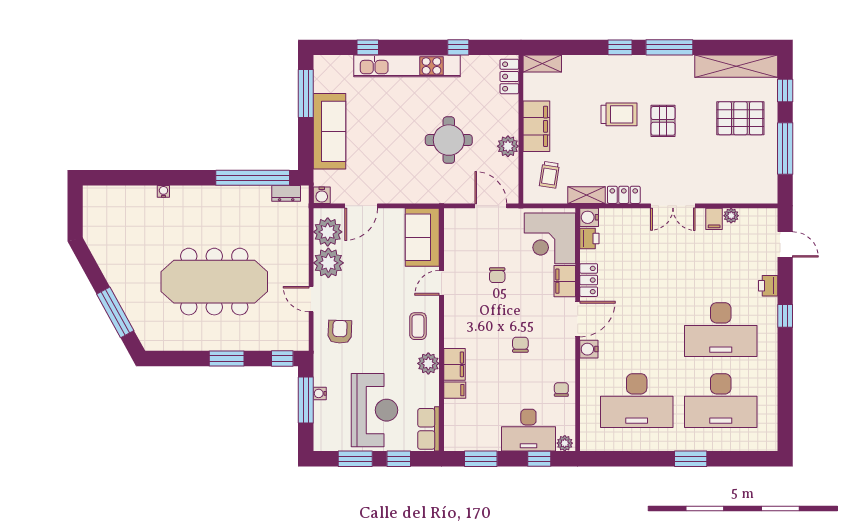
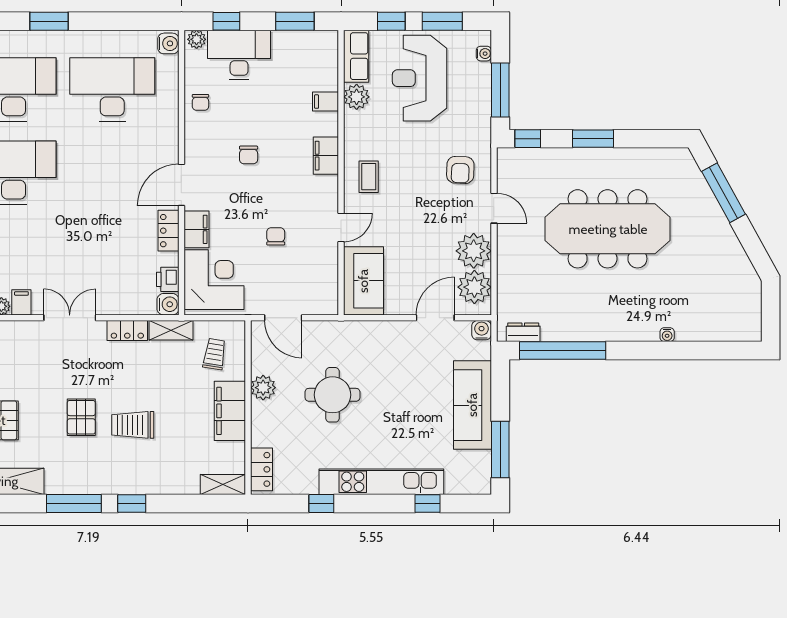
water cooler: (589, 349) -> (168, 43), moved
plant: (428, 363) -> (357, 97), moved
filing cabinet: (454, 364) -> (326, 156), moved
water cooler: (320, 393) -> (484, 54), moved

